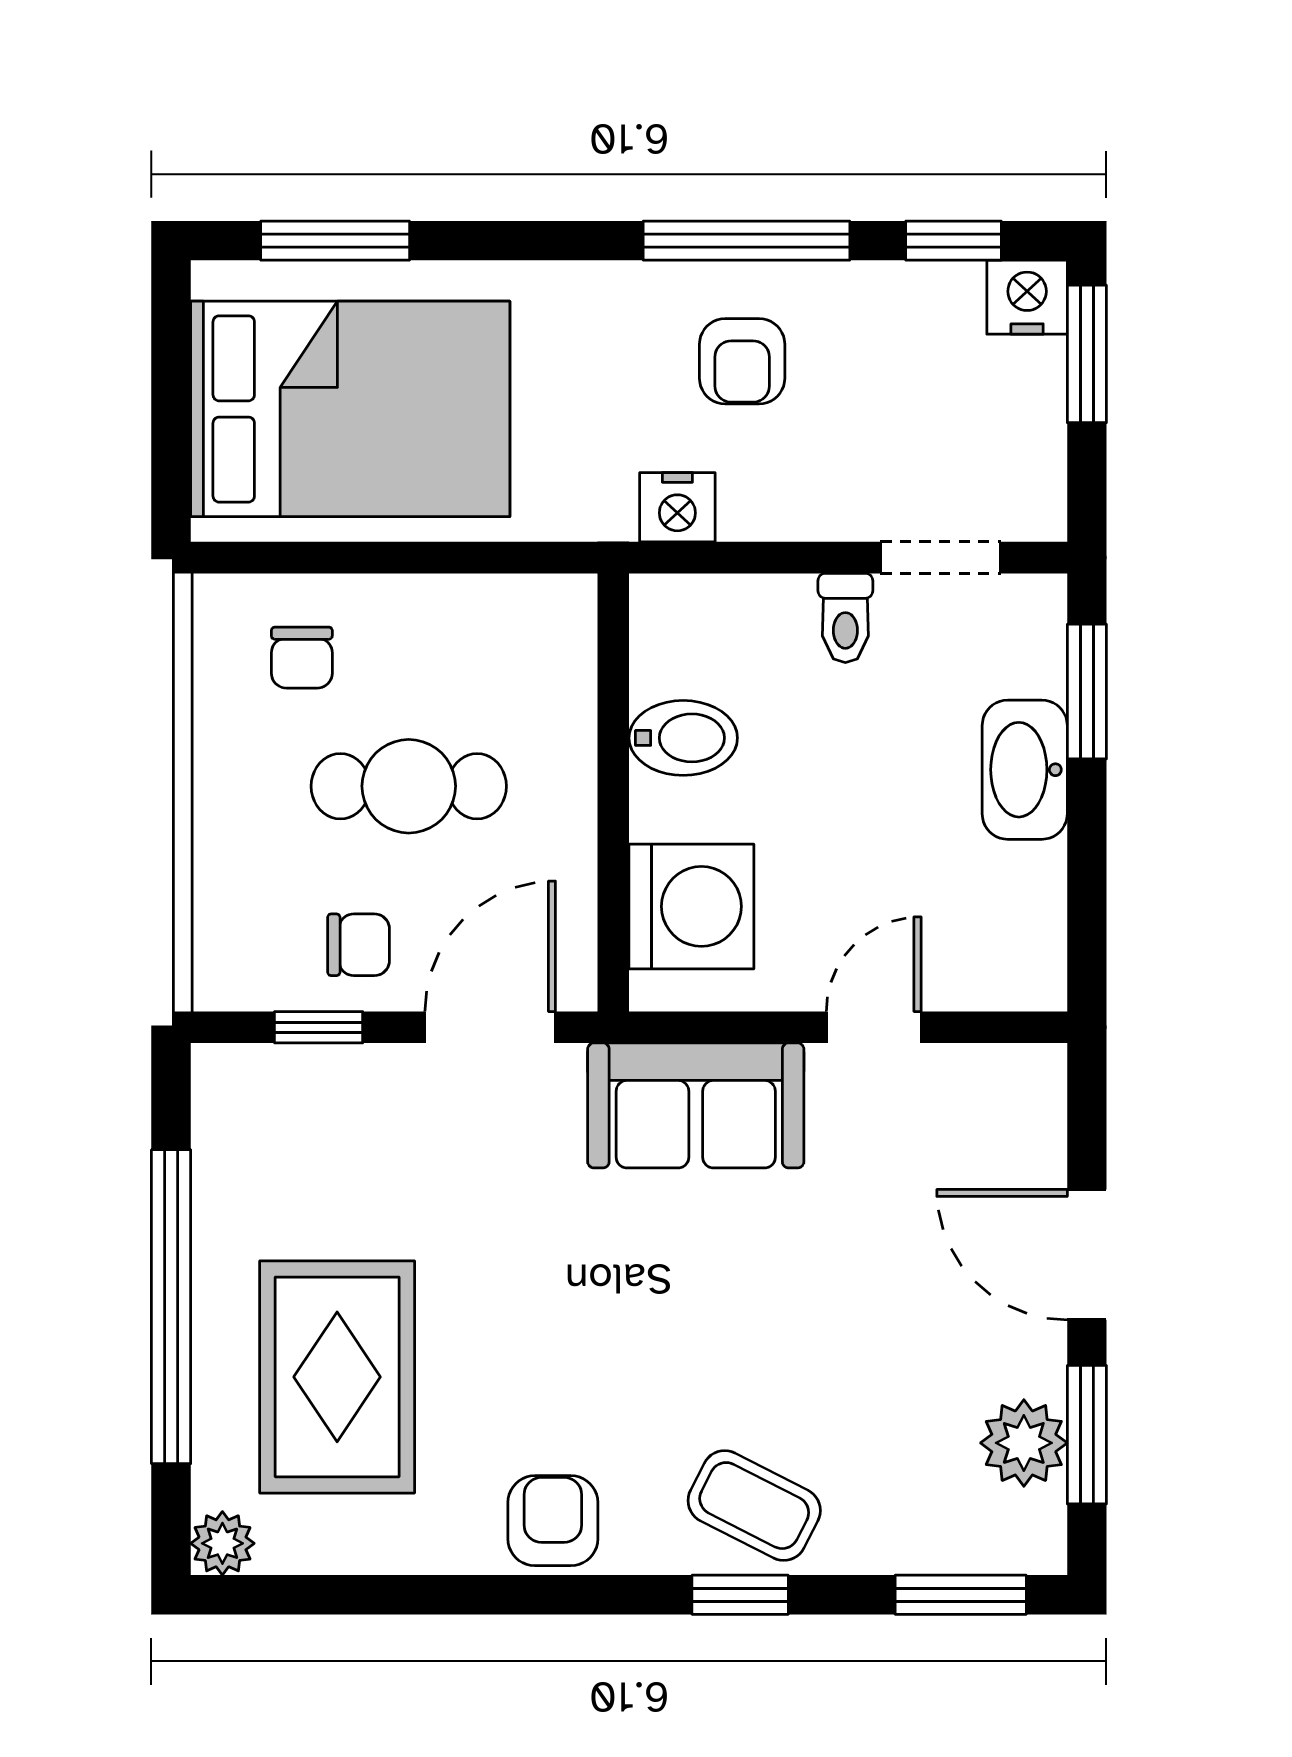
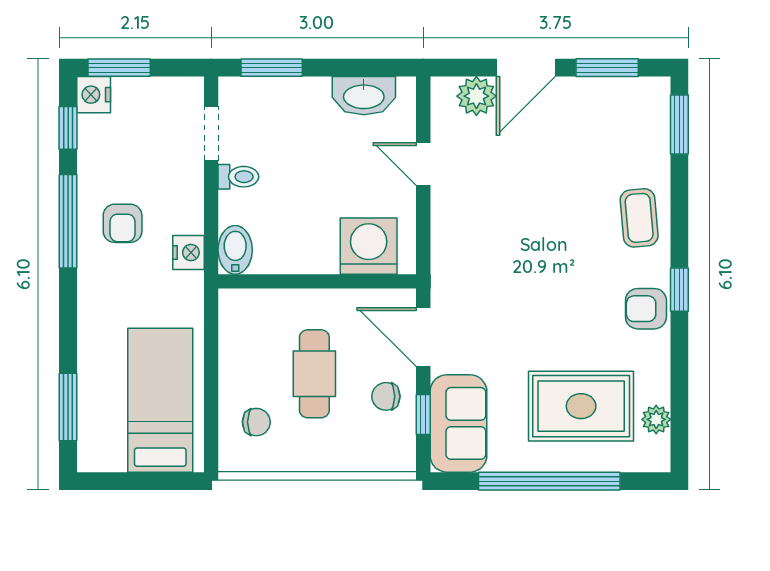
armchair: (742, 361) -> (123, 223), turned 90
bed: (350, 409) -> (160, 400), width x0.67
bidet: (683, 738) -> (235, 250), moved
washbasin: (1025, 770) -> (364, 96), moved
chair: (359, 945) -> (386, 396), turned -90
sofa: (696, 1105) -> (458, 423), moved
plant: (1024, 1443) -> (476, 96), moved
coffee table: (754, 1506) -> (639, 218), turned -32
plant: (222, 1543) -> (656, 419), moved
window: (740, 1595) -> (679, 290), moved

